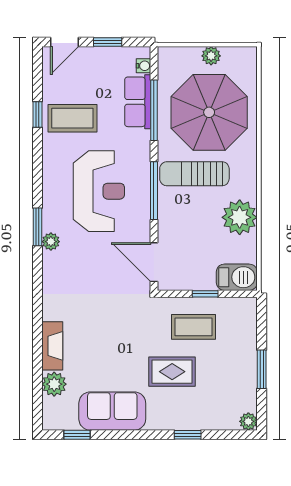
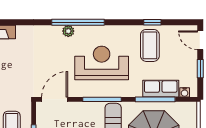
reception desk: (99, 191) -> (102, 63), turned 180
window: (37, 227) -> (78, 22), width x2.11

